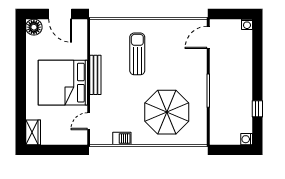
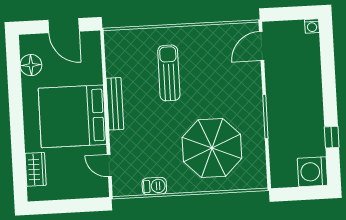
floor lamp: (34, 27) -> (31, 65), moved
door: (89, 121) -> (109, 166), hinge flipped
wardrobe: (33, 132) -> (36, 169), moved
washing machine: (247, 139) -> (313, 172), width x1.89, depth x1.89

